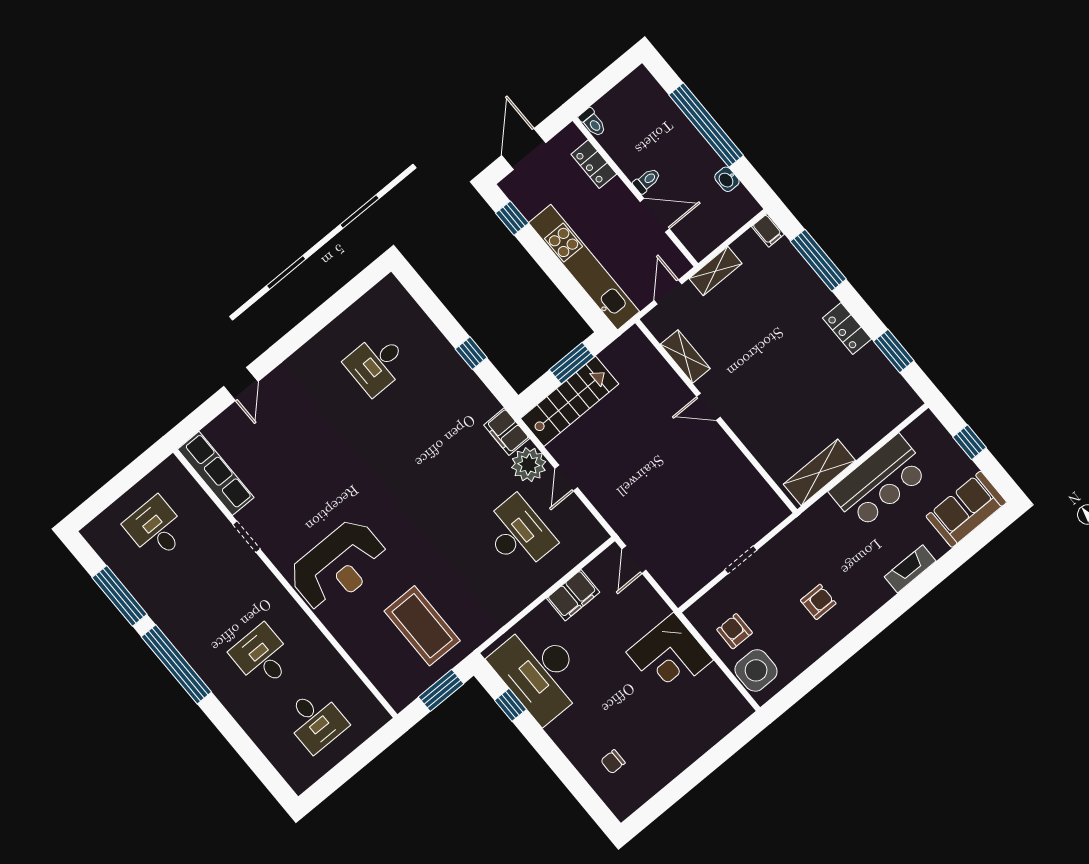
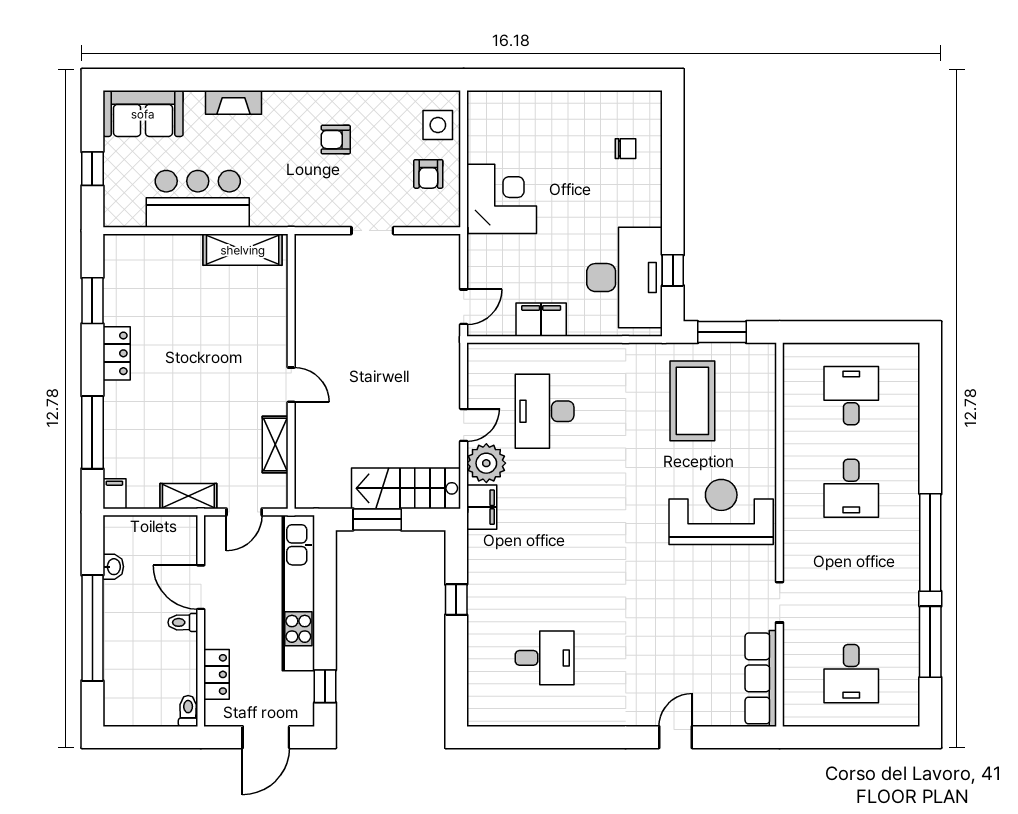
side table: (756, 670) -> (438, 125), width x0.73, depth x0.73

